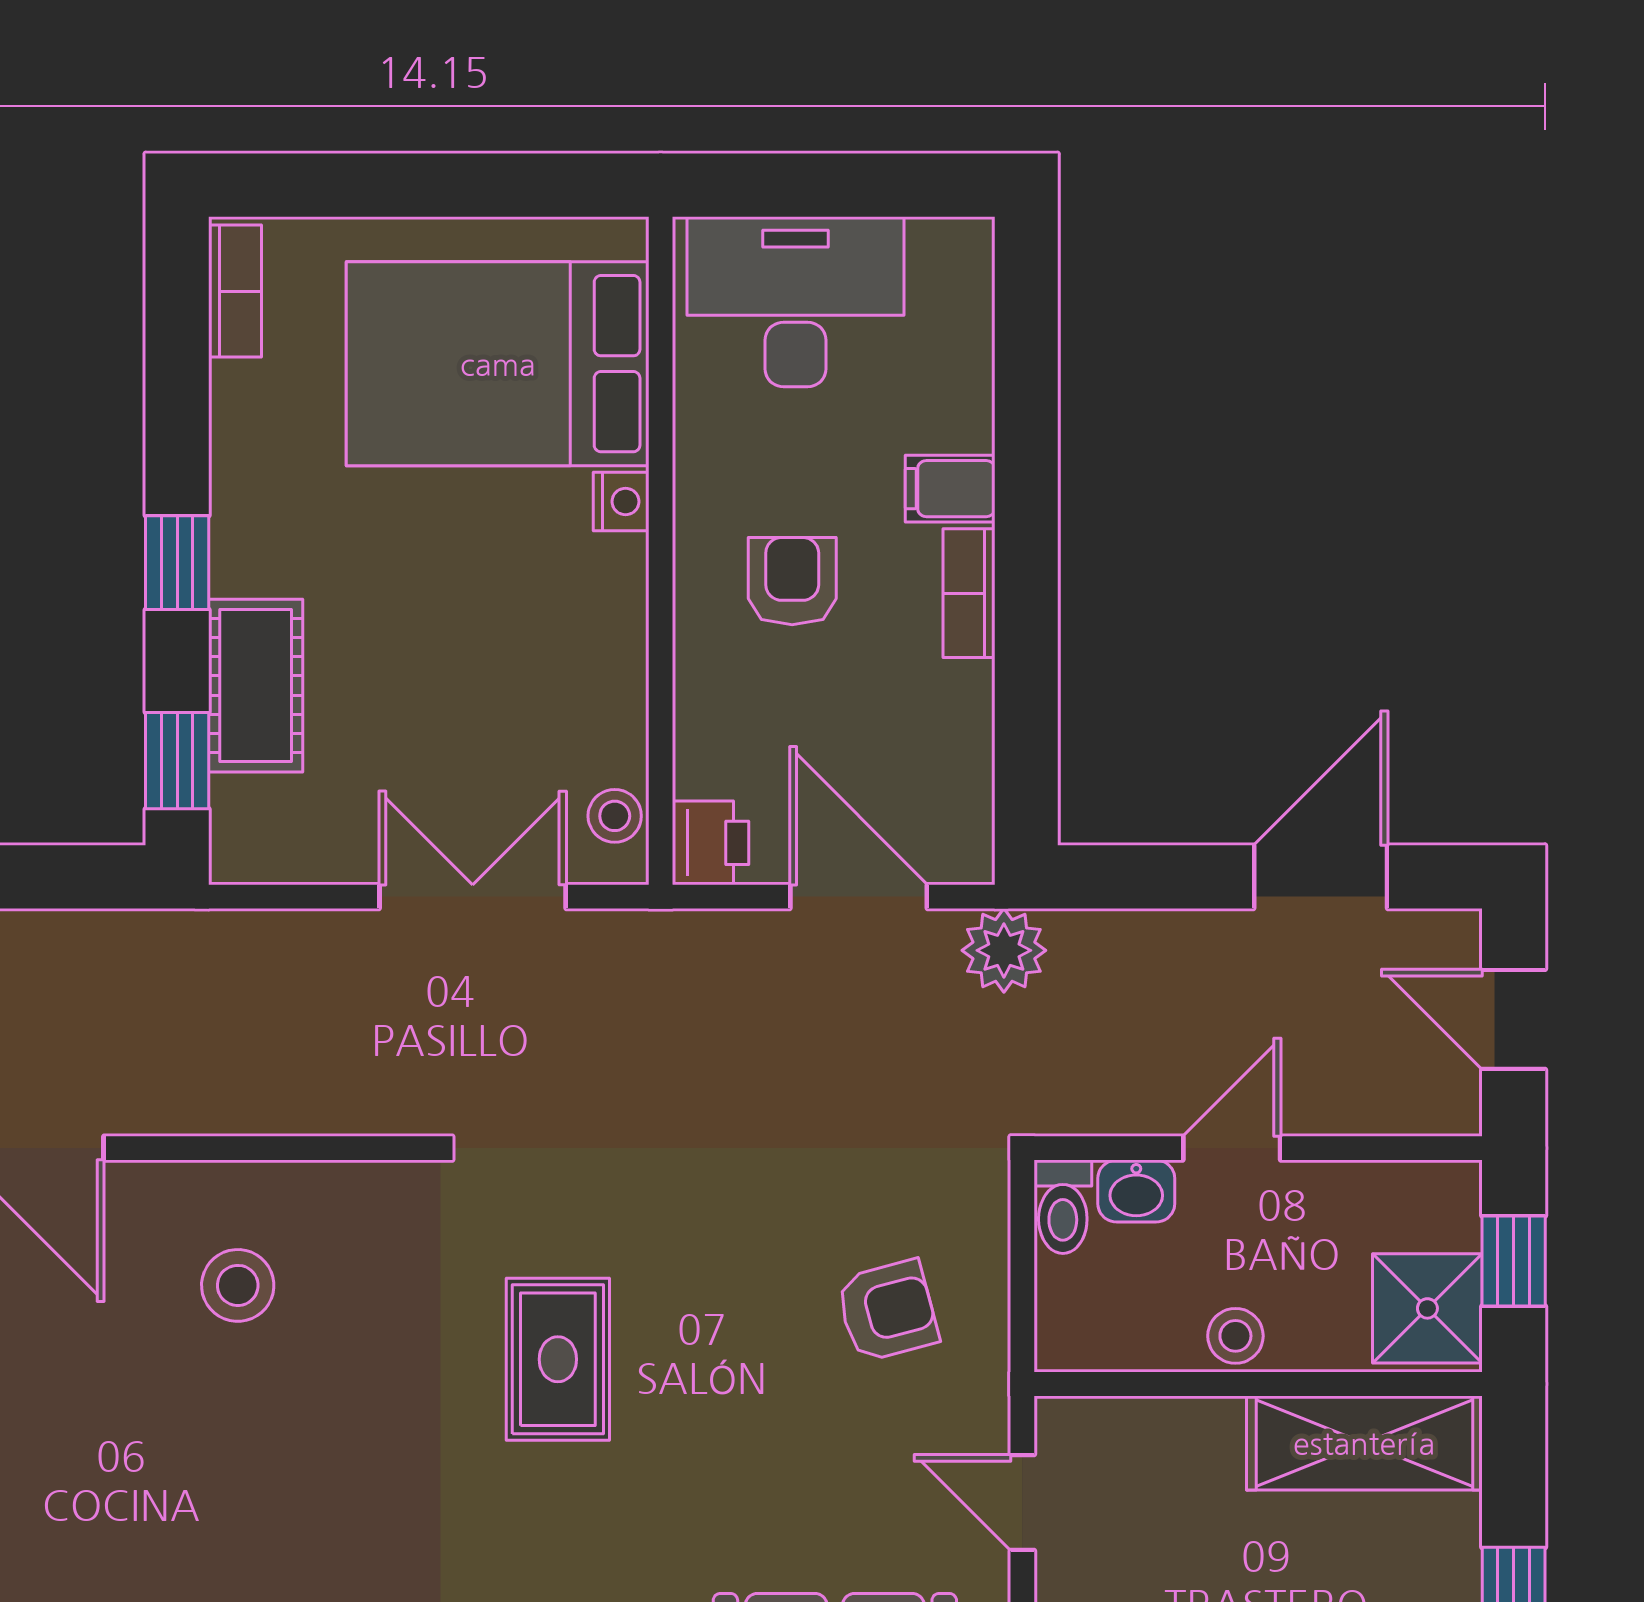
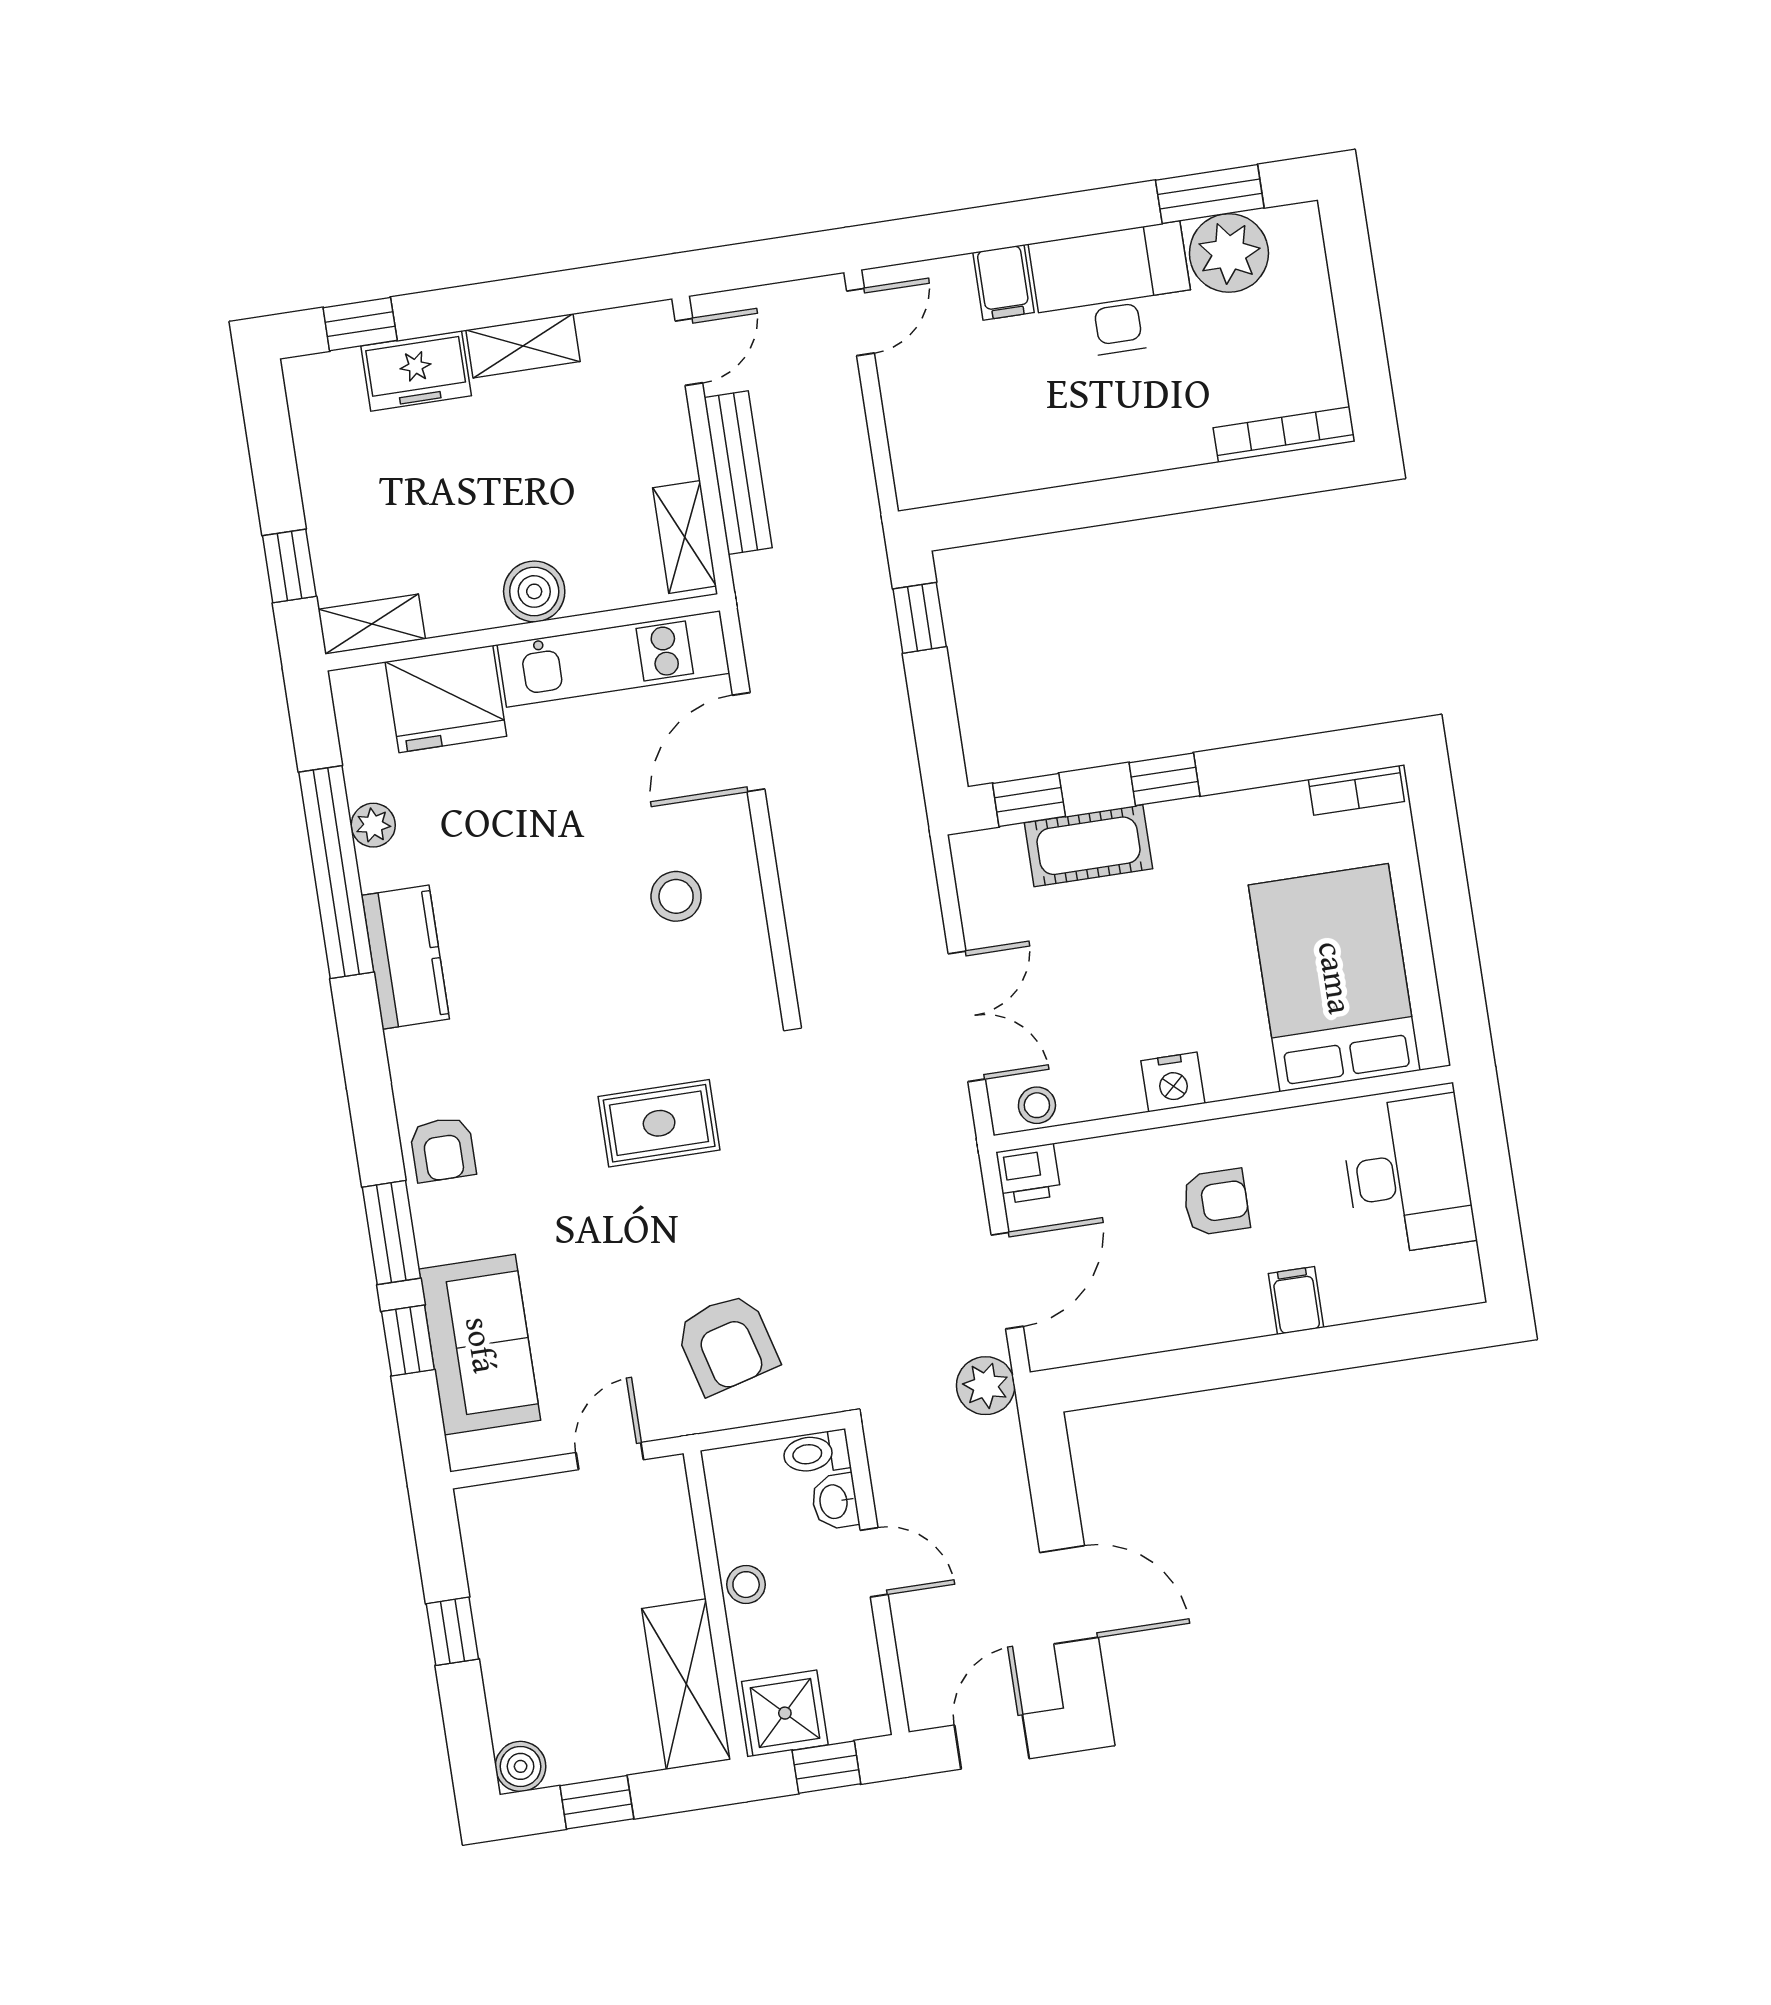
nightstand: (621, 502) -> (1173, 1082), moved, width x1.39, depth x1.35
bookcase: (969, 593) -> (1226, 1324), removed
armchair: (887, 1311) -> (727, 1344), width x1.38, depth x1.38

